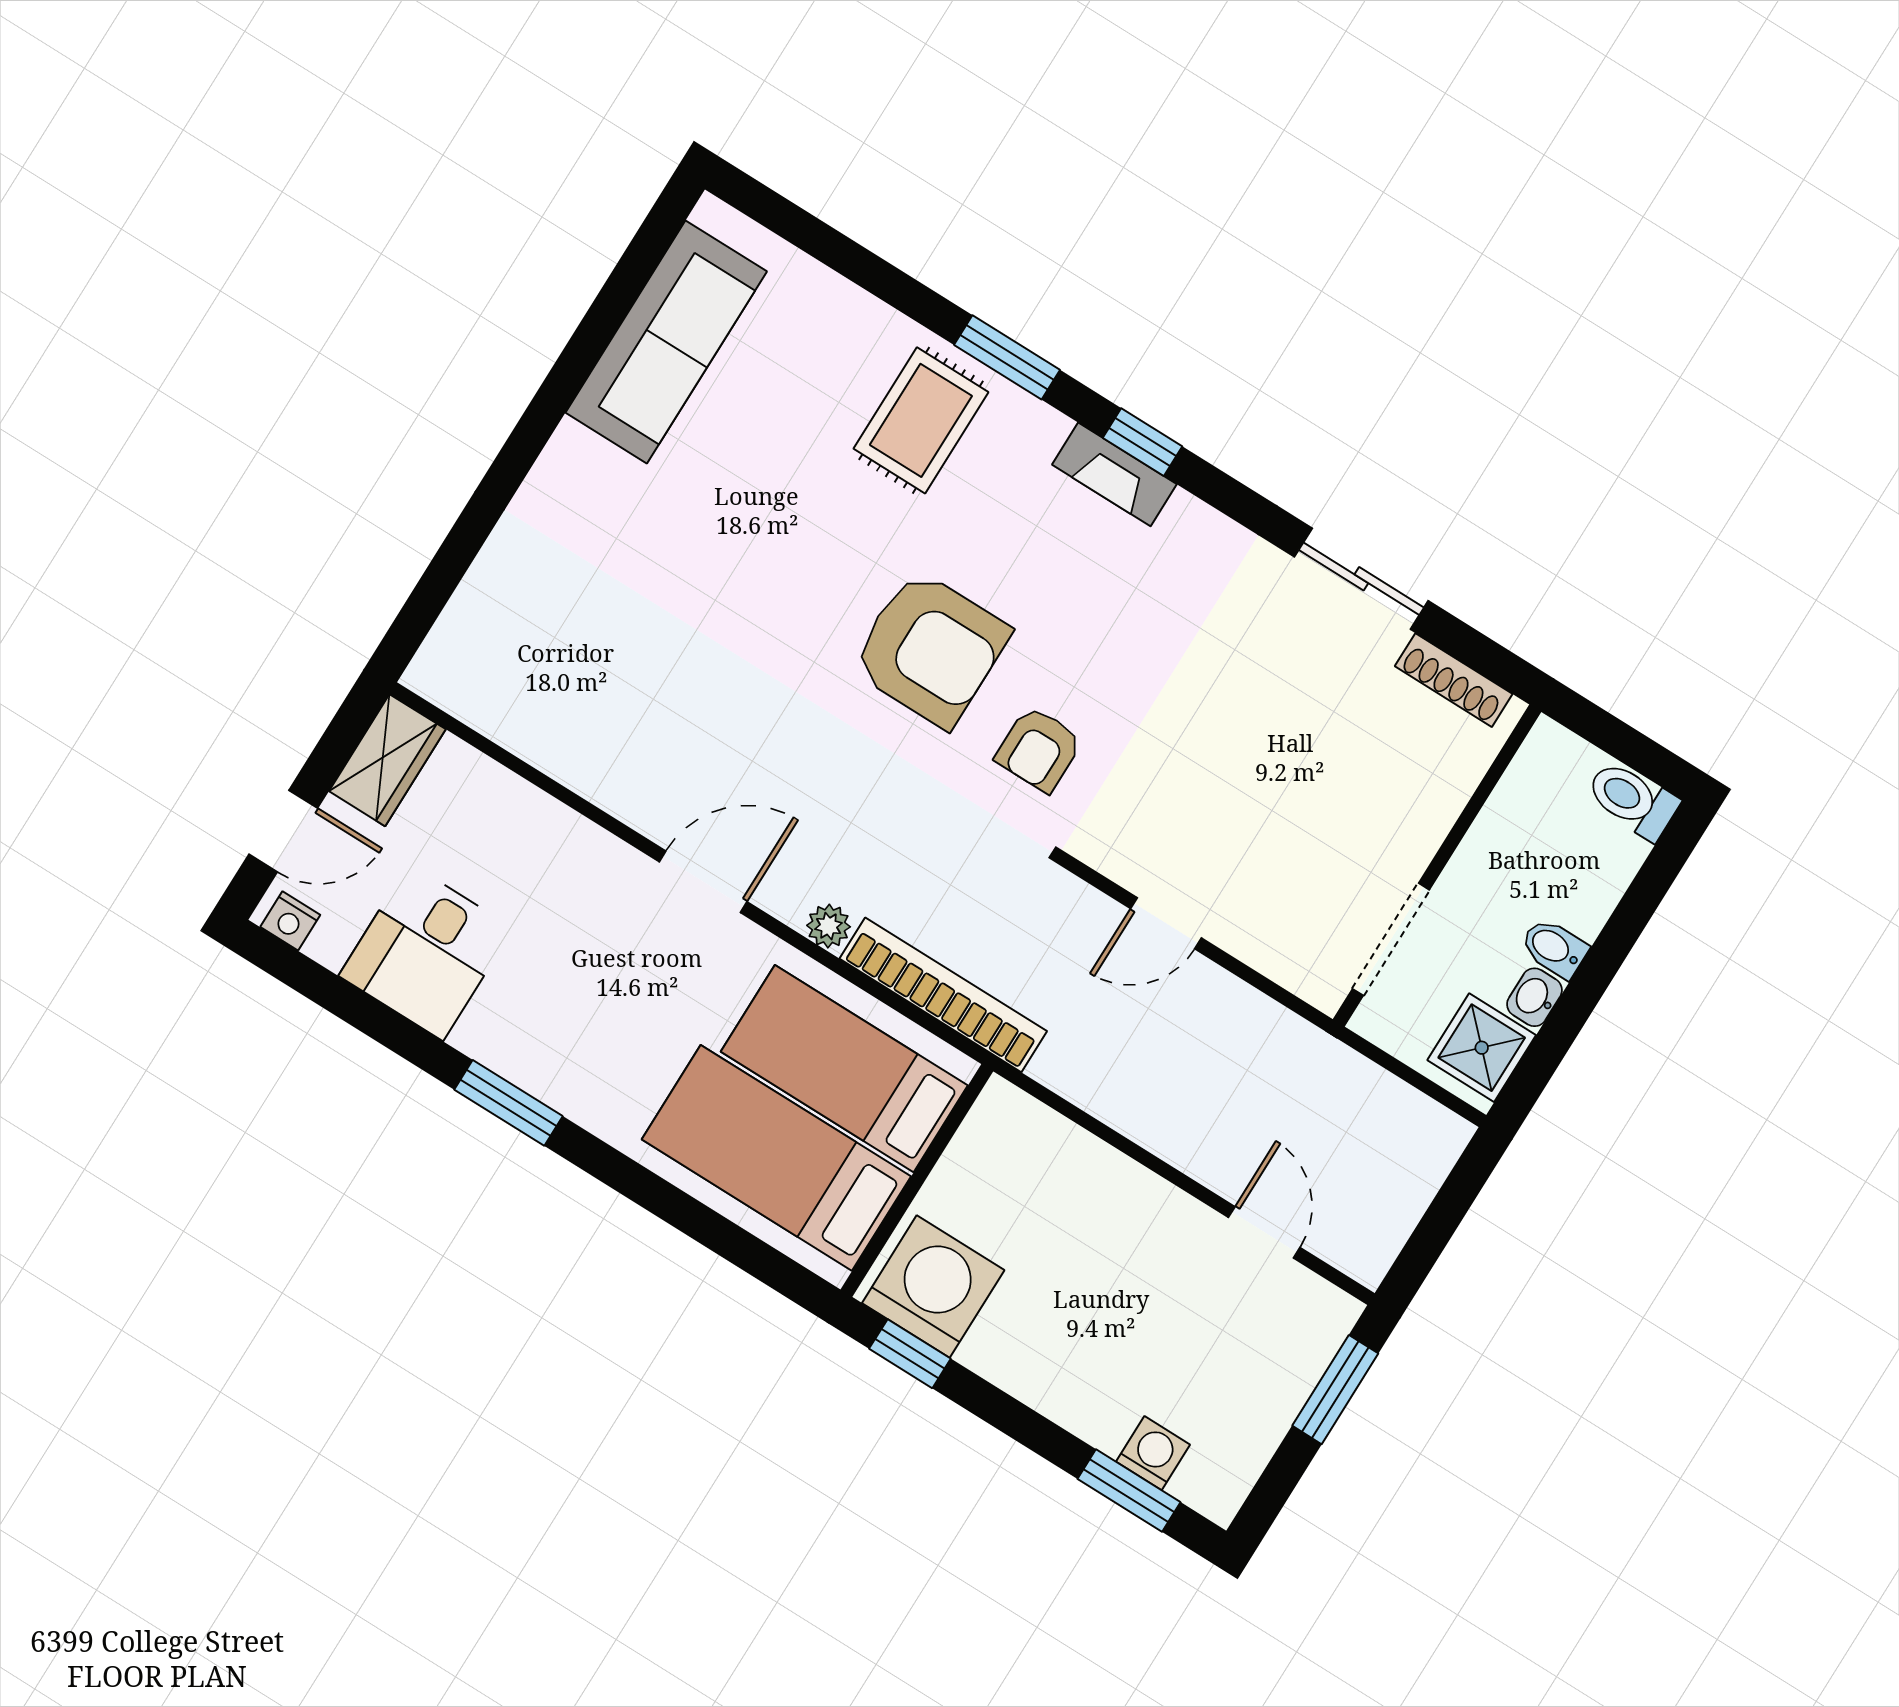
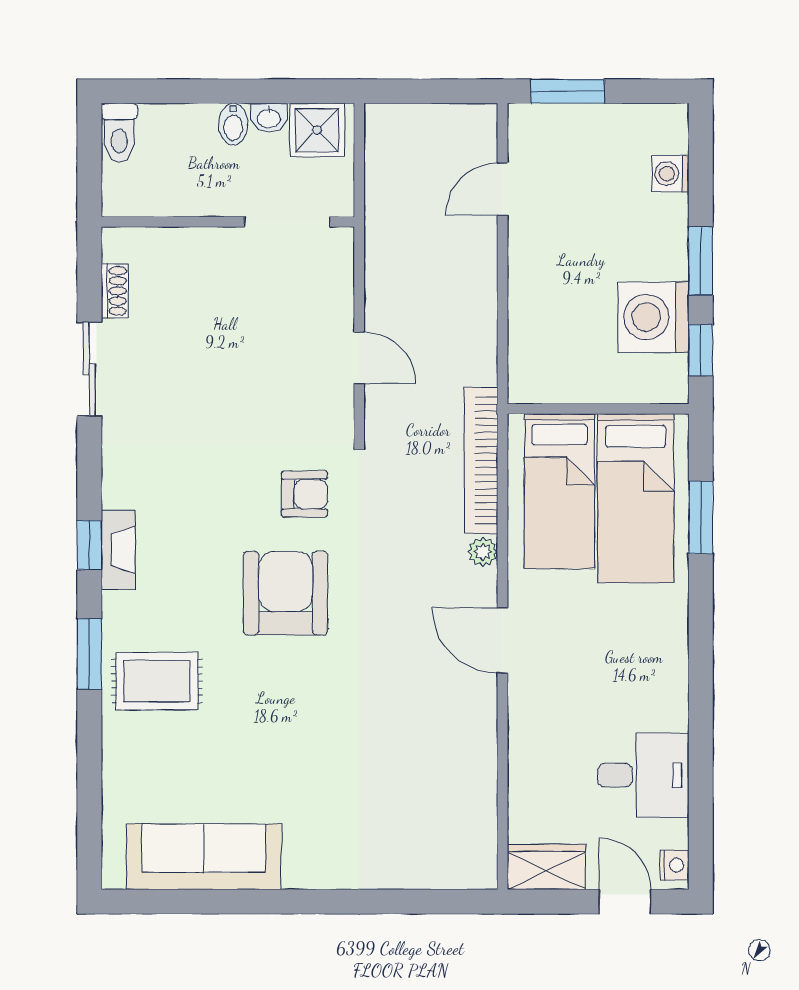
shoe rack: (1454, 680) -> (115, 291), width x0.70
window: (508, 1103) -> (701, 517), moved
washing machine: (933, 1287) -> (653, 317), moved
window: (1129, 1491) -> (701, 261), moved

